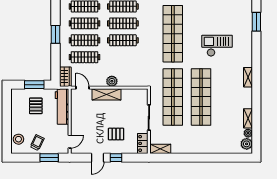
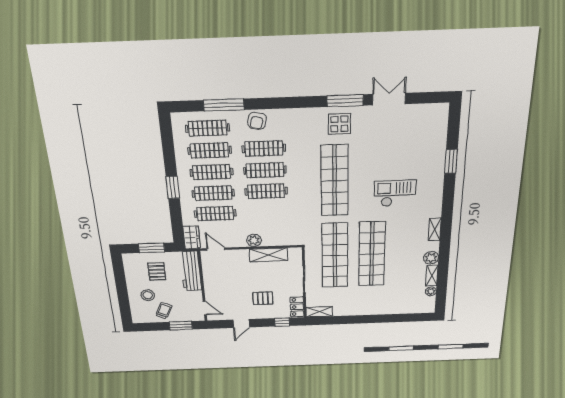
shelving: (107, 94) -> (268, 255), moved
stool: (18, 139) -> (148, 295), moved
door: (70, 142) -> (205, 308), hinge flipped
plant: (247, 144) -> (431, 258), moved
window: (116, 158) -> (282, 322), moved

